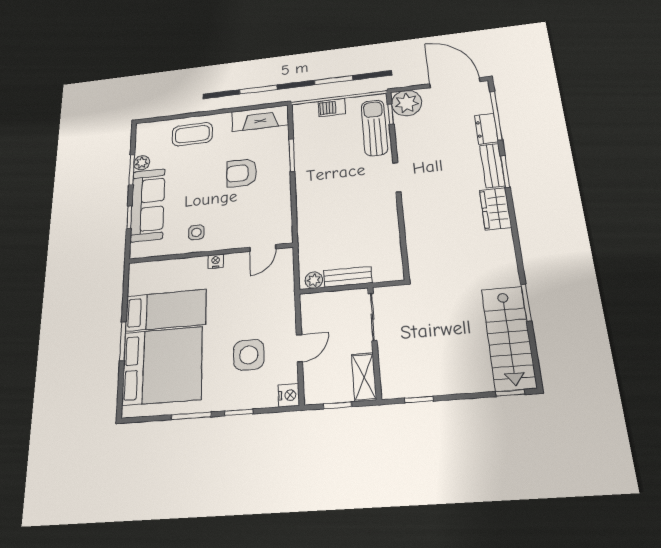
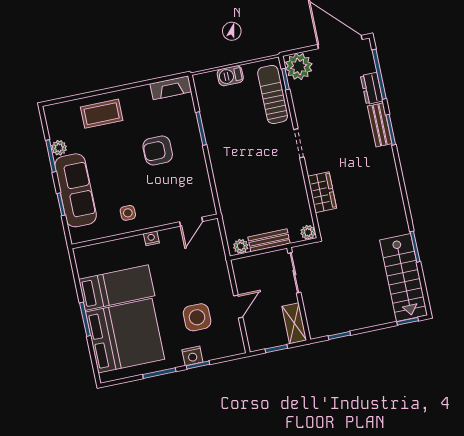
fireplace: (260, 118) -> (171, 88), width x0.73, depth x0.76
wardrobe: (496, 209) -> (322, 192), moved, turned 180
plant: (395, 273) -> (308, 232), added
nightstand: (289, 395) -> (192, 356), moved, turned 90

